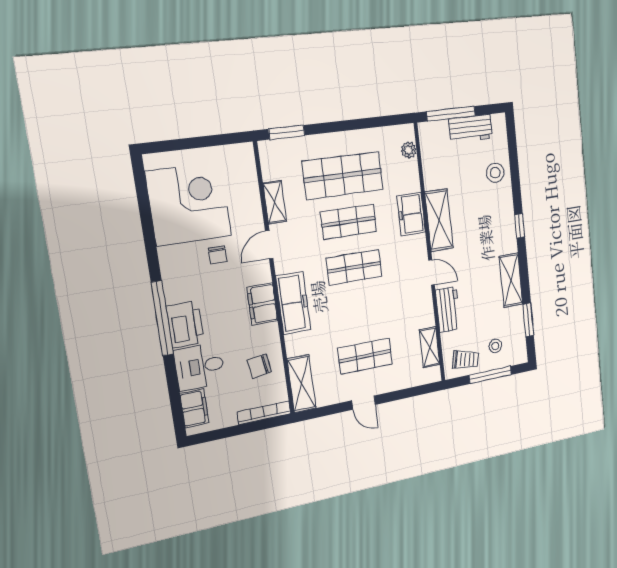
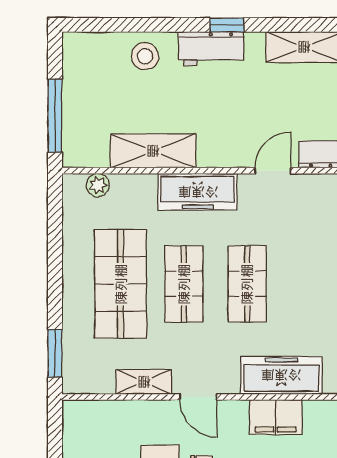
workbench: (471, 129) -> (211, 49), moved, turned 90
freezer: (411, 214) -> (198, 192), width x1.40
shelving: (439, 220) -> (153, 151), moved

